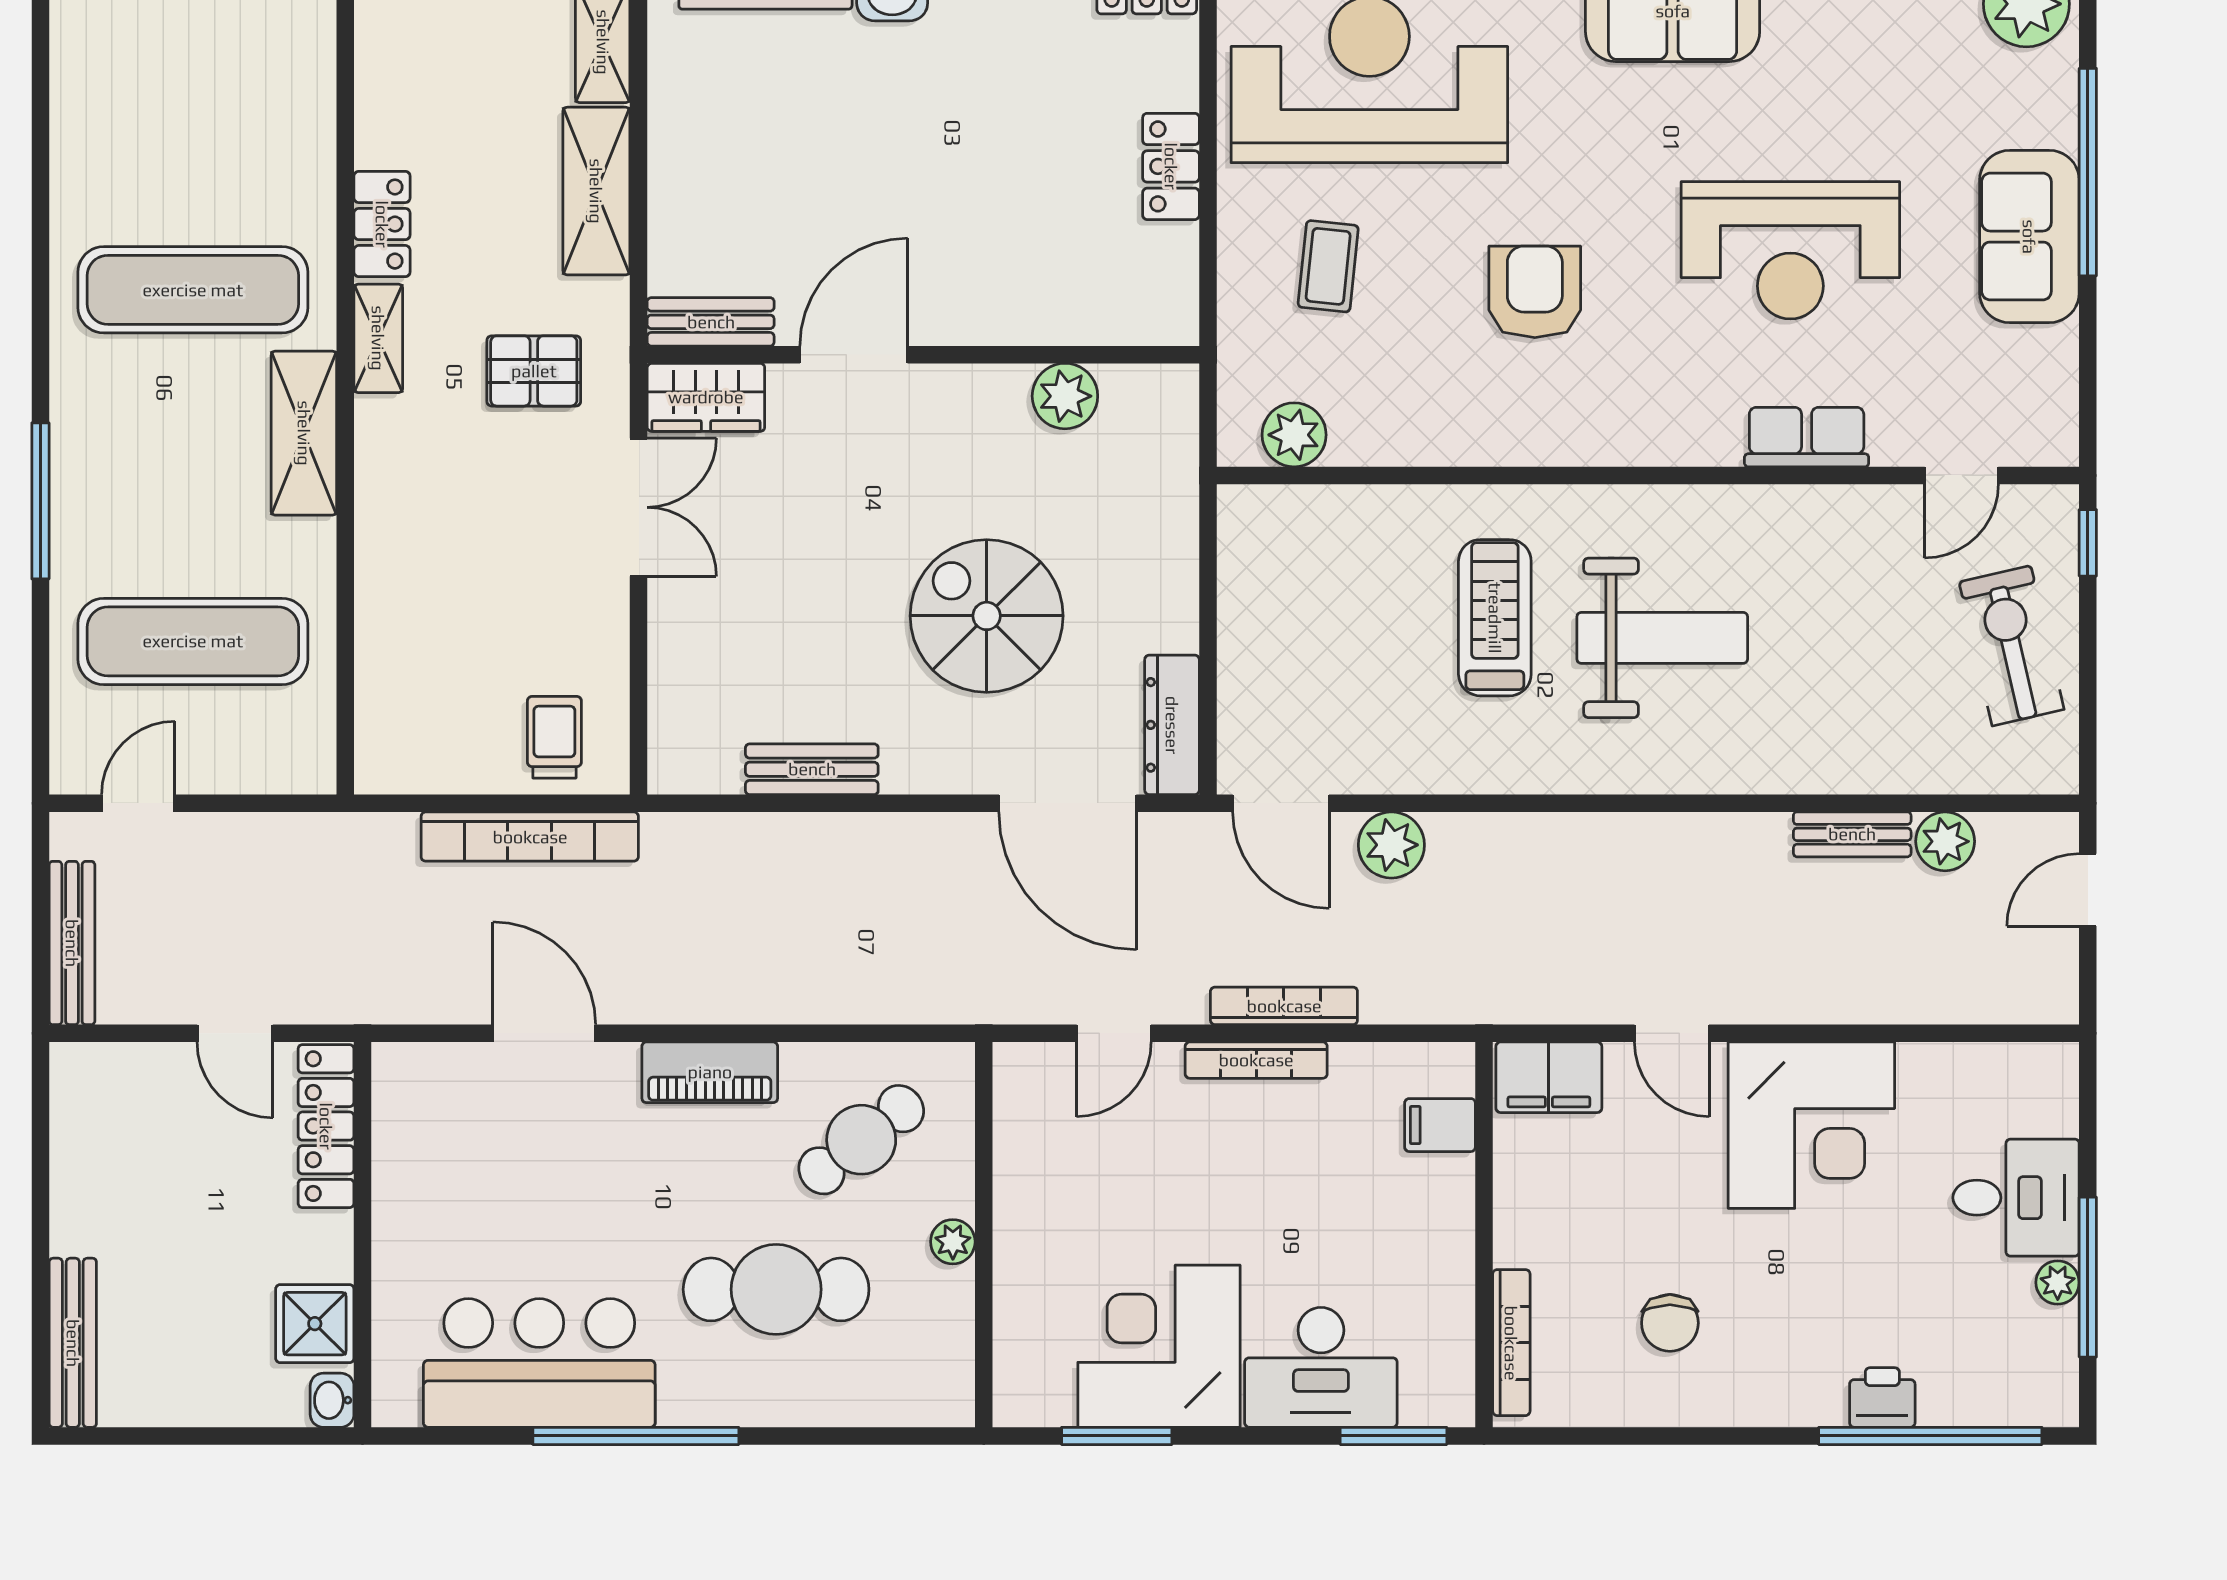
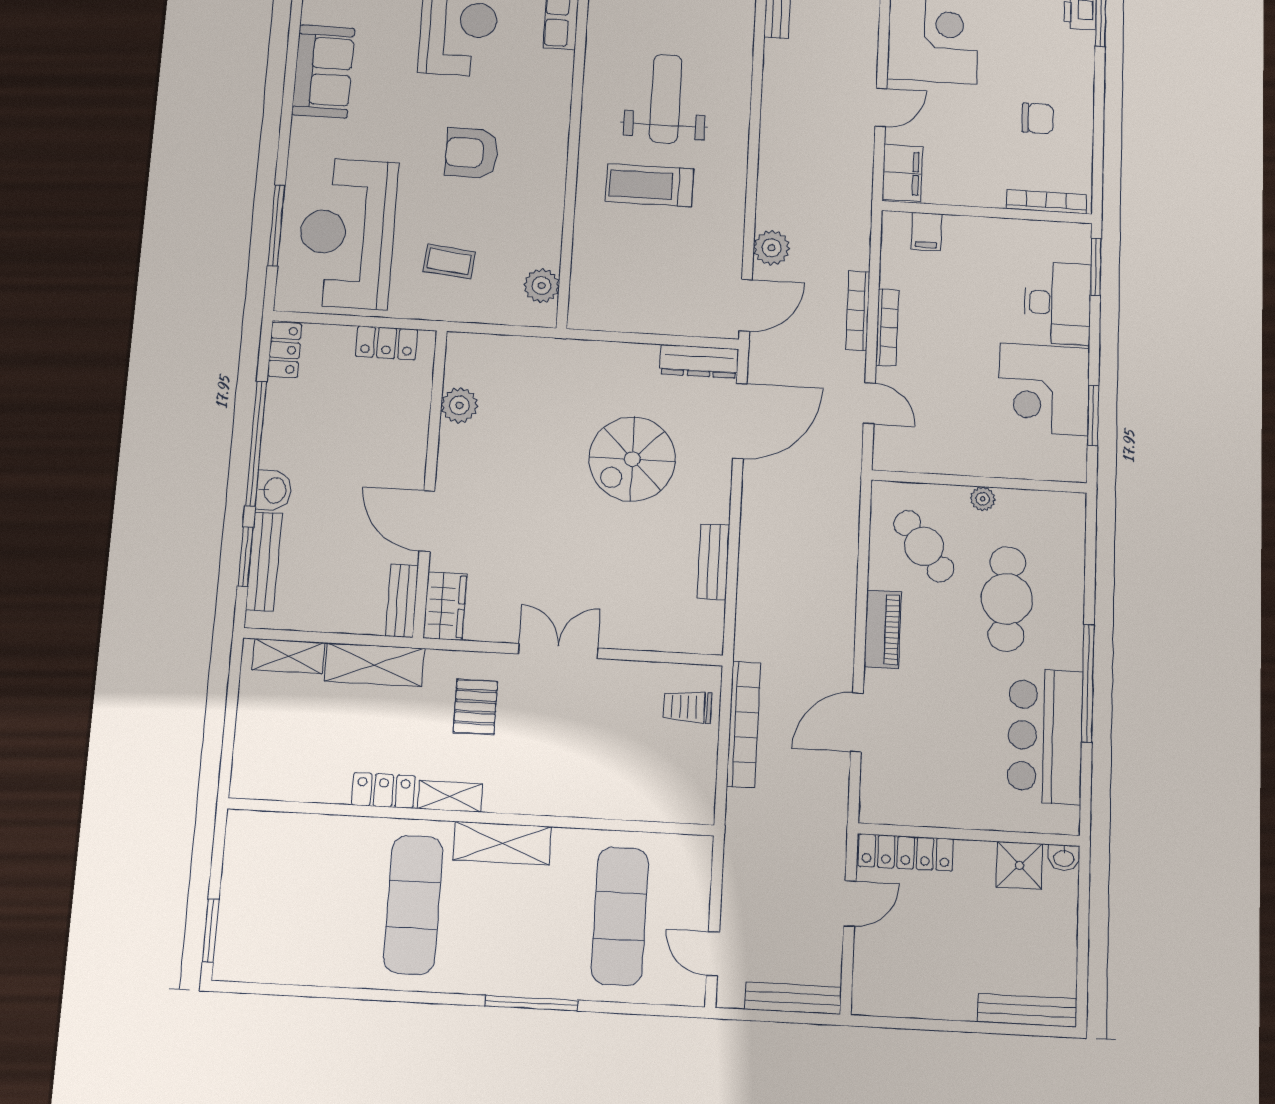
bench: (711, 322) -> (402, 601), moved
door: (854, 355) -> (427, 521), moved
wall: (923, 355) -> (430, 482), moved
plant: (1065, 396) -> (459, 405), moved
wardrobe: (706, 397) -> (445, 606), moved

